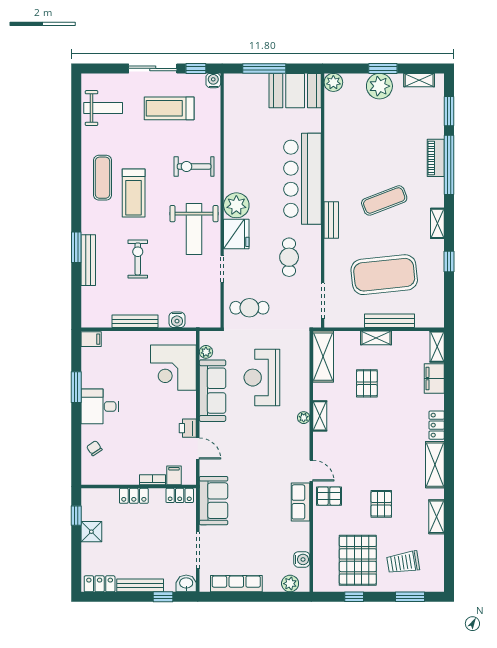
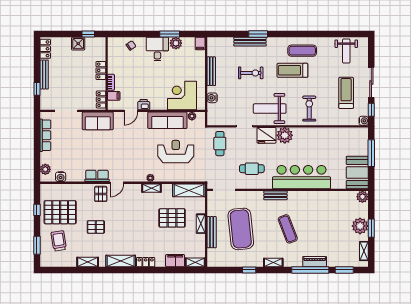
plant: (91, 377) -> (176, 43), added
pallet: (367, 383) -> (172, 218), width x1.50, depth x1.42
washbasin: (186, 583) -> (45, 104), removed

